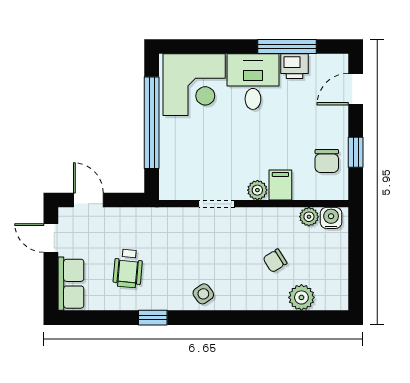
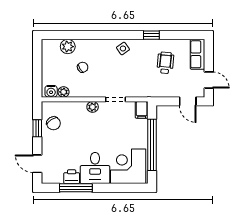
door: (356, 89) -> (37, 164), swing flipped
chair: (327, 161) -> (53, 123), turned 148
filing cabinet: (280, 185) -> (142, 110), moved

